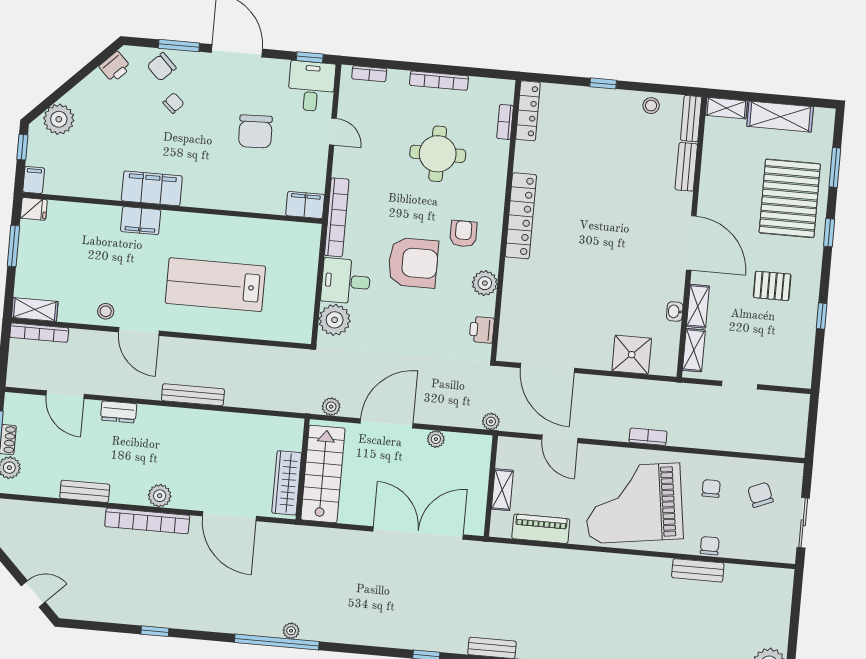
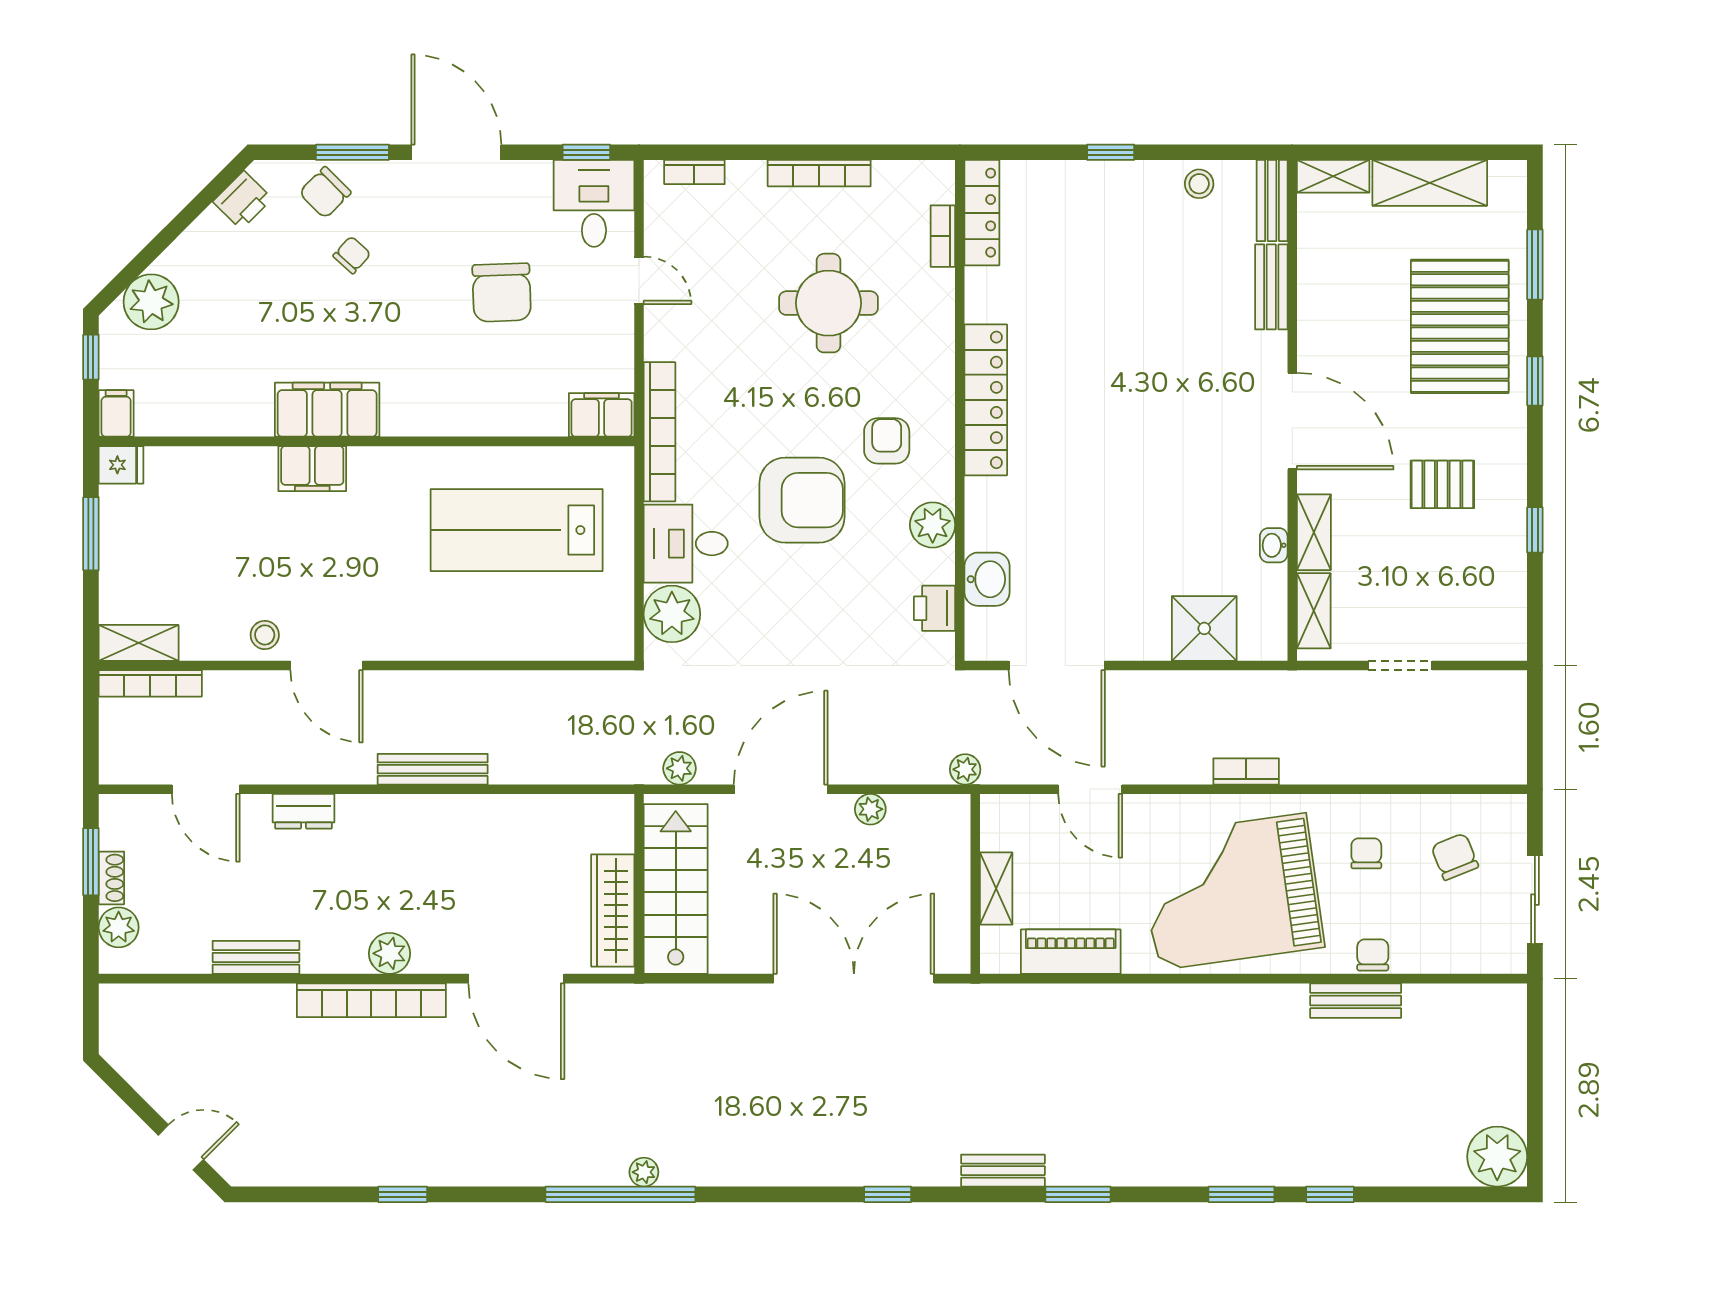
lab bench: (215, 285) -> (517, 530), moved
washbasin: (513, 316) -> (987, 579), added

